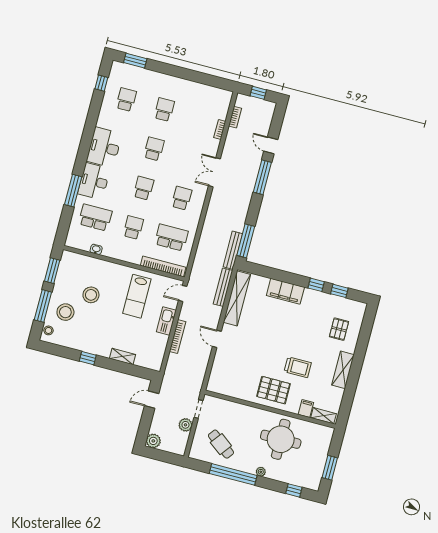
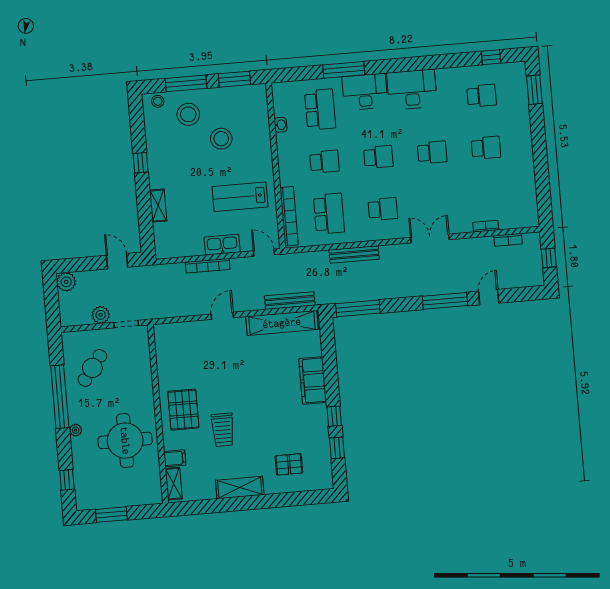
bench: (233, 250) -> (354, 254), moved

